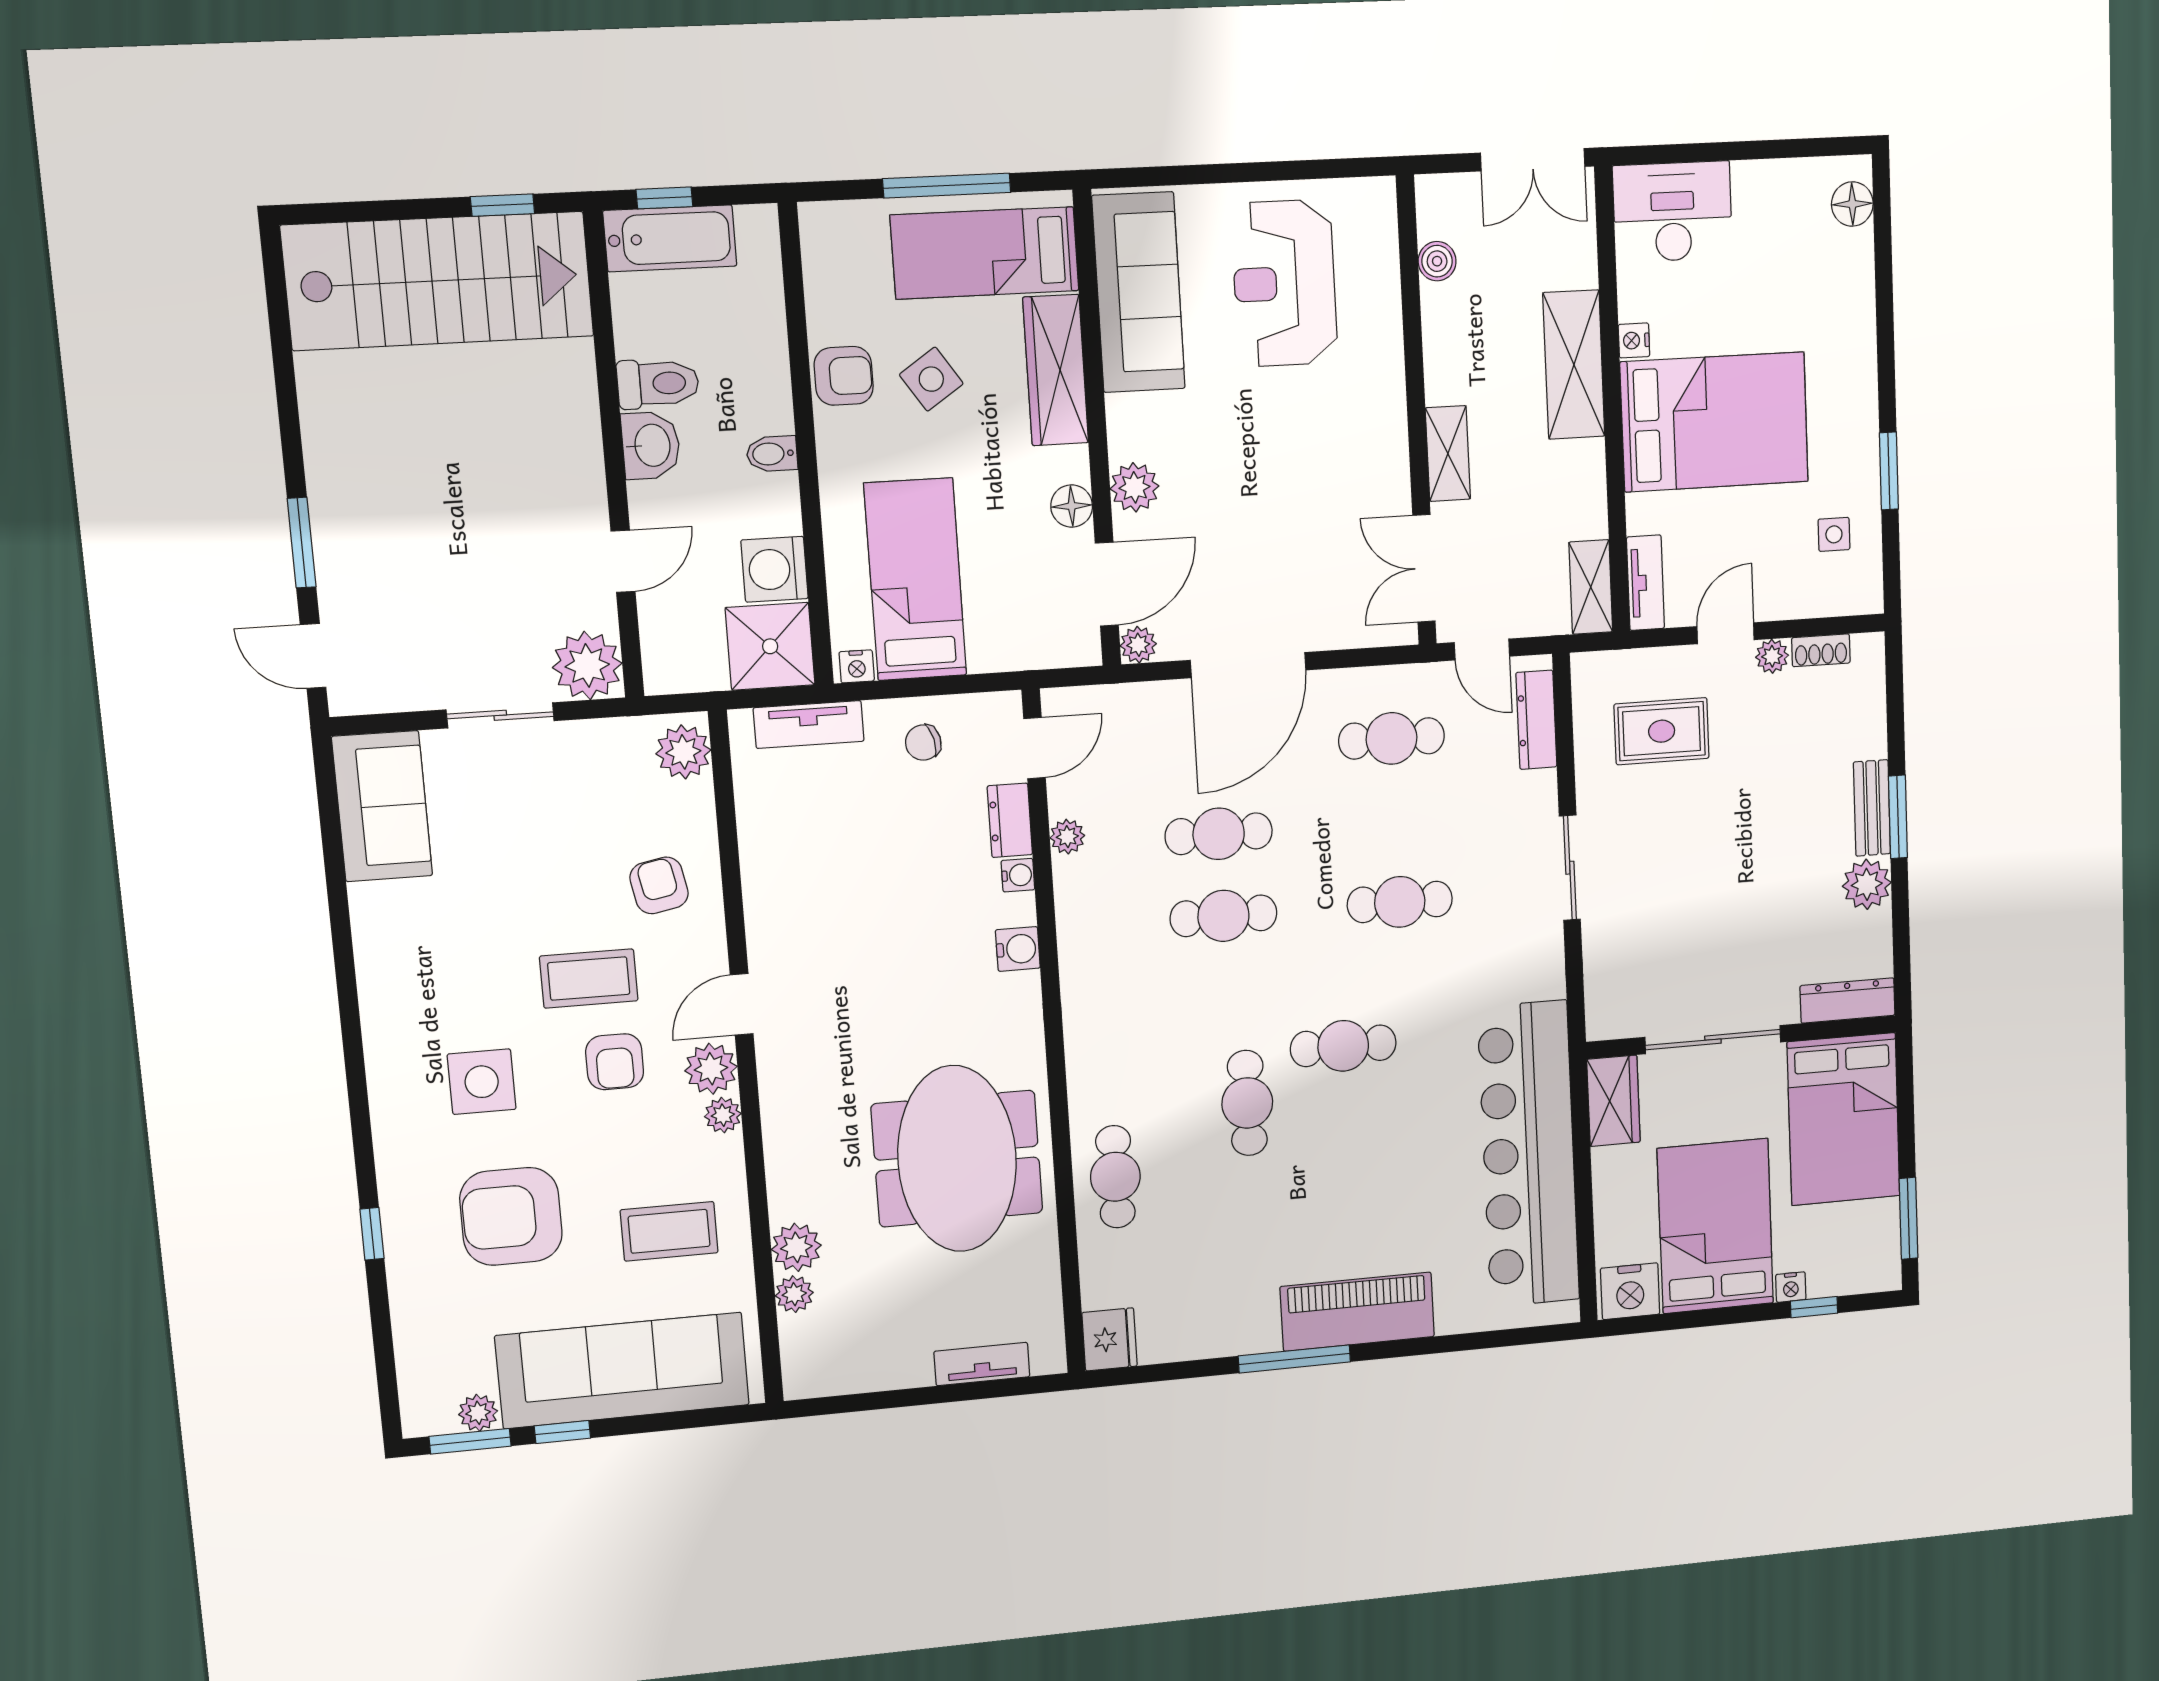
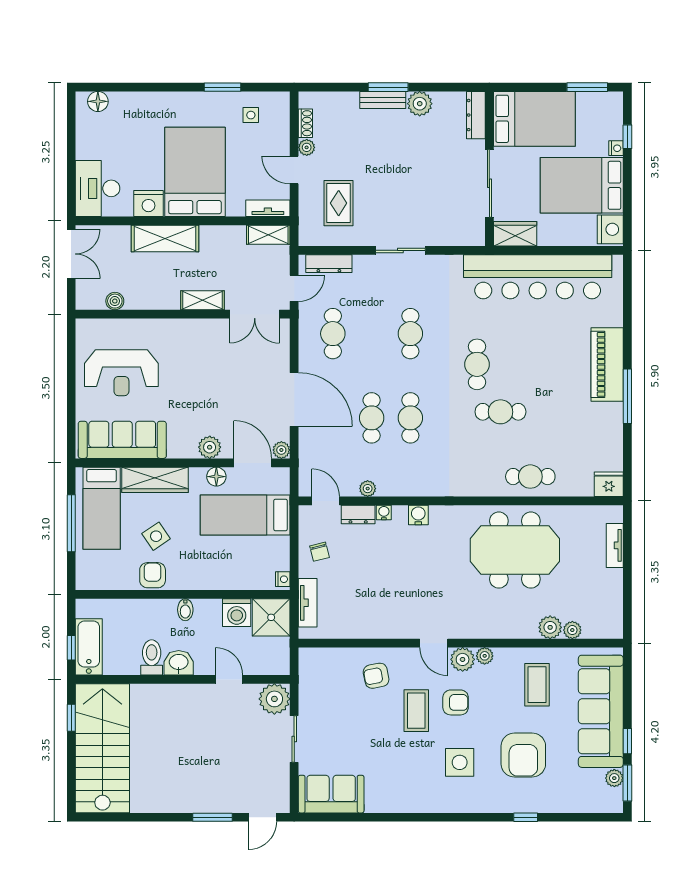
nightstand: (1634, 340) -> (149, 203), width x1.89, depth x1.79
bed: (915, 579) -> (245, 515), moved
plant: (683, 752) -> (316, 660), removed

